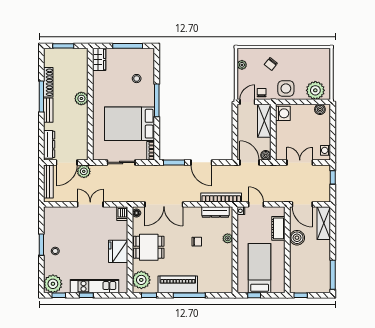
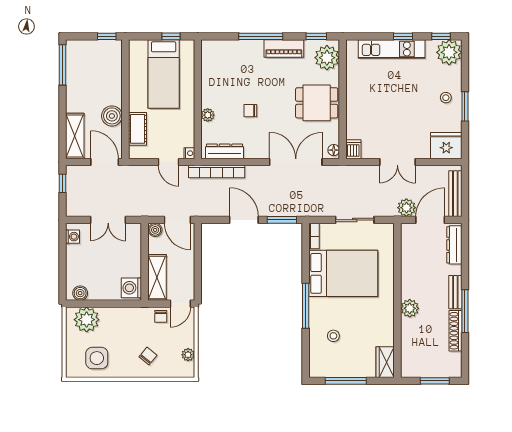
side table: (286, 88) -> (97, 358), moved
window: (333, 177) -> (63, 183), moved
fridge: (118, 251) -> (446, 146), moved, turned -90
piano: (178, 284) -> (284, 48), width x0.73, depth x0.75

